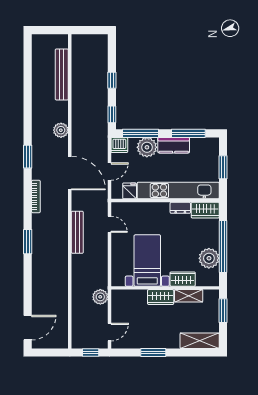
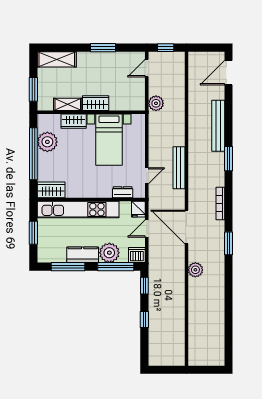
bench: (62, 74) -> (218, 126), moved
fridge: (130, 191) -> (138, 209), moved
dresser: (180, 208) -> (123, 192), moved
door: (109, 224) -> (147, 176), swing flipped

